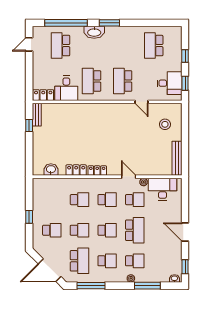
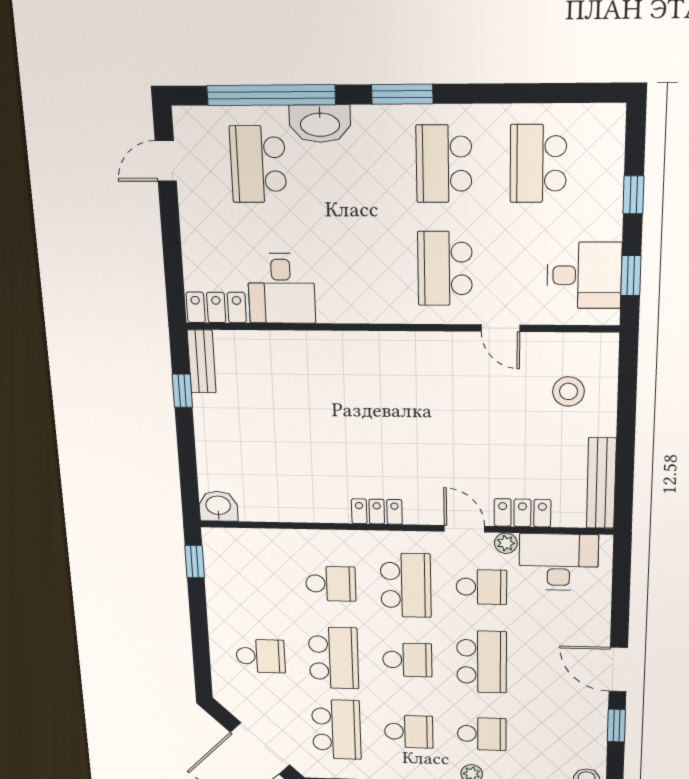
washbasin: (94, 32) -> (320, 124), moved
school desk: (92, 81) -> (444, 164), moved
washbasin: (51, 170) -> (218, 506), moved
locker: (76, 170) -> (522, 513), moved
school desk: (107, 200) -> (406, 585), width x1.85
window: (29, 217) -> (195, 562), moved
school desk: (79, 230) -> (334, 658), width x1.85
window: (185, 267) -> (616, 726), moved

